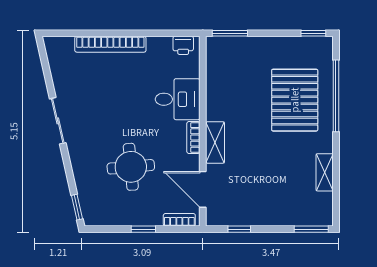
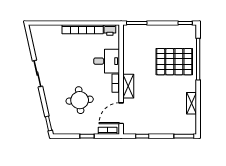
bookcase: (110, 44) -> (83, 29), moved
pallet: (295, 100) -> (174, 62), turned 90
door: (203, 189) -> (121, 113), hinge flipped

